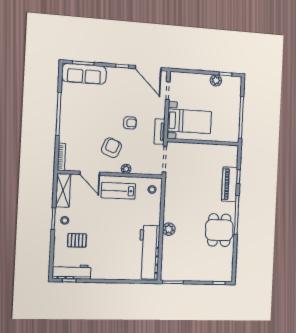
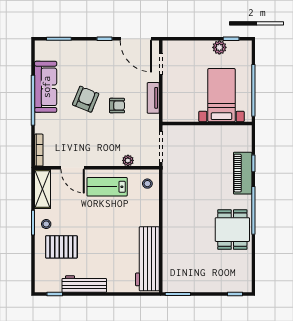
sofa: (84, 74) -> (46, 87), moved, turned -90
bed with nightstands: (189, 121) -> (221, 95), moved, turned -90
tv unit: (160, 132) -> (153, 98), moved
armchair: (111, 148) -> (86, 99), moved
plant: (126, 169) -> (128, 160), moved
plant: (169, 229) -> (170, 230), removed
pallet: (77, 240) -> (61, 247), width x1.50, depth x1.42
workbench: (72, 272) -> (84, 284), moved

